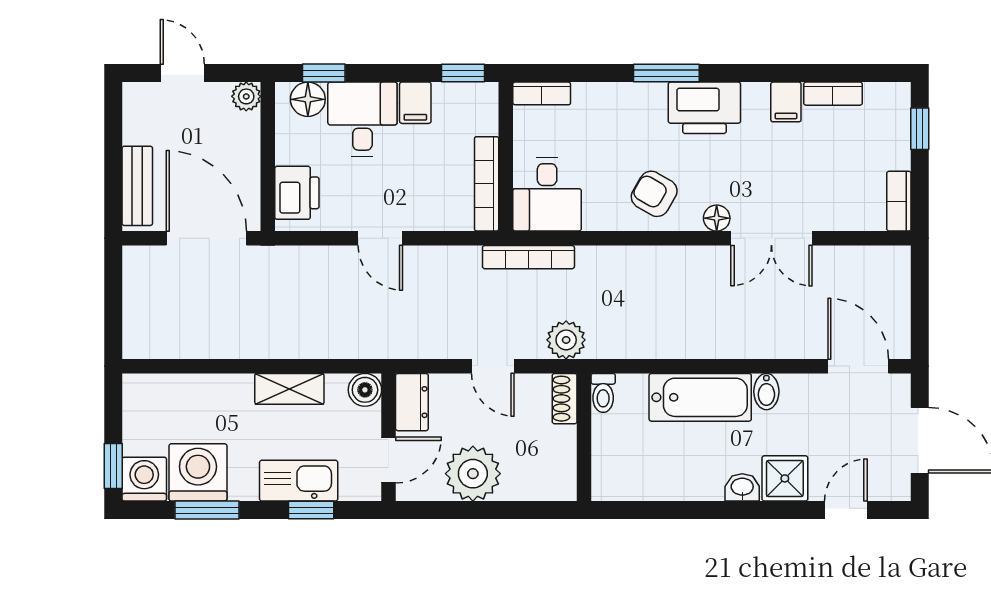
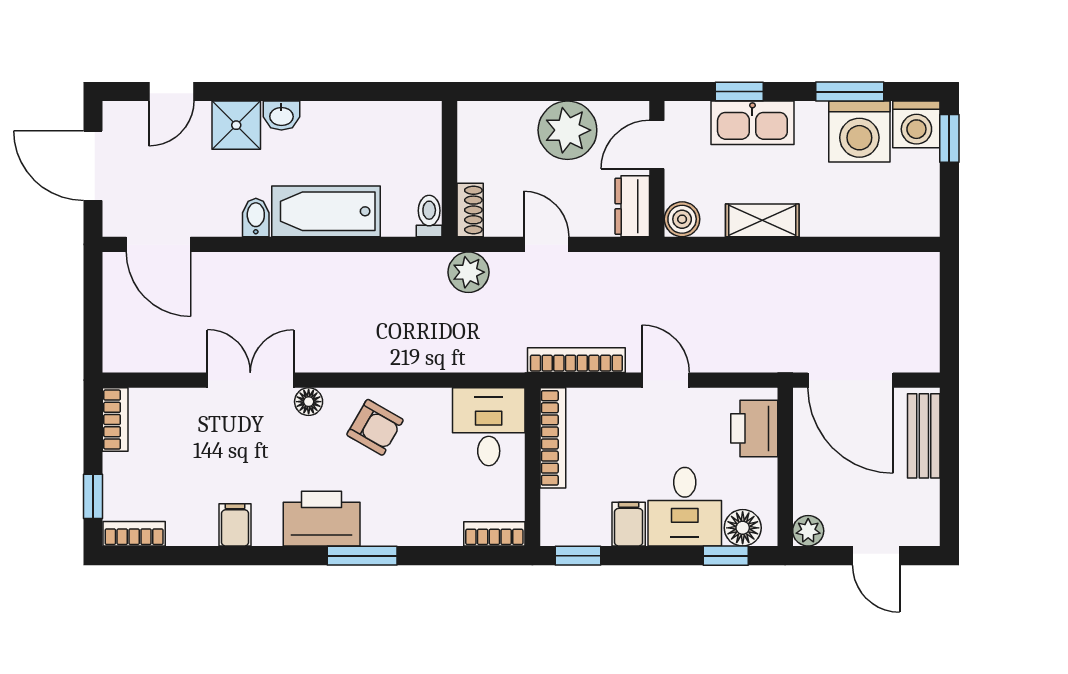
bookcase: (833, 94) -> (134, 534), moved
bookcase: (528, 257) -> (576, 360), moved

